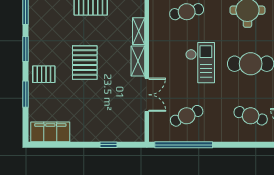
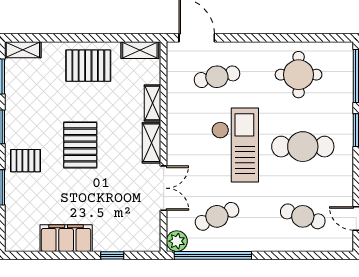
checkout: (200, 63) -> (235, 145), width x1.36, depth x1.21
filing cabinet: (50, 132) -> (66, 238), moved
plant: (157, 134) -> (177, 241), added

